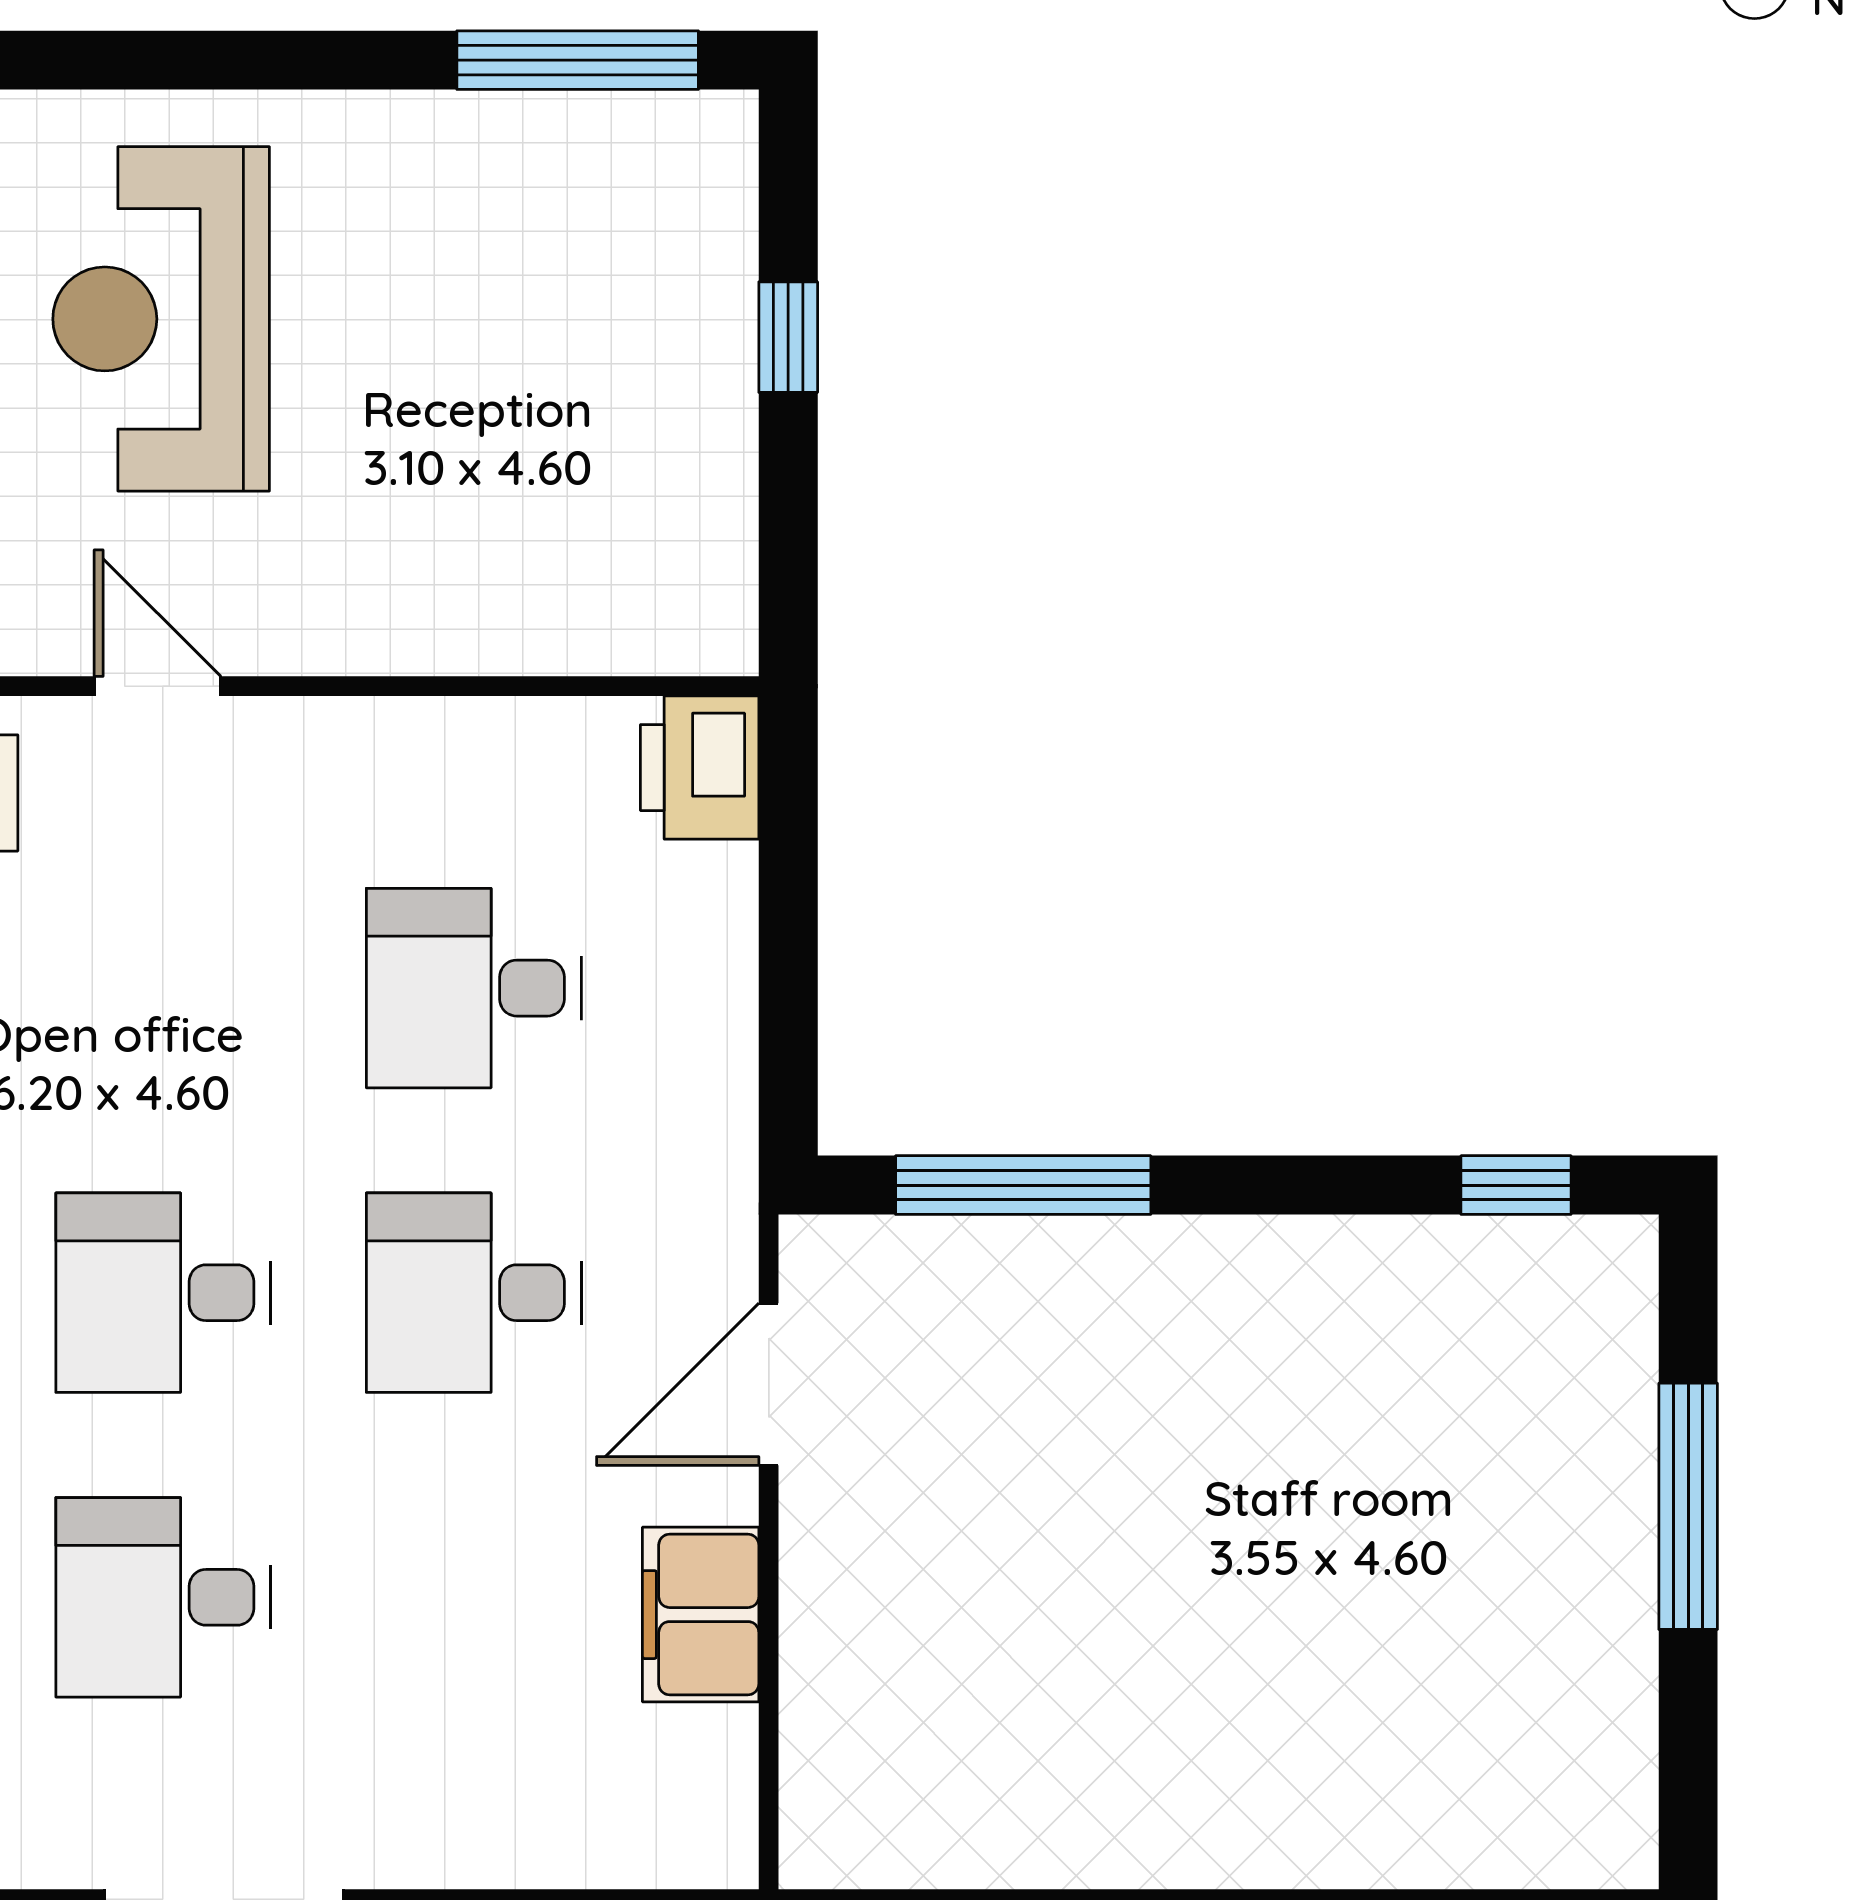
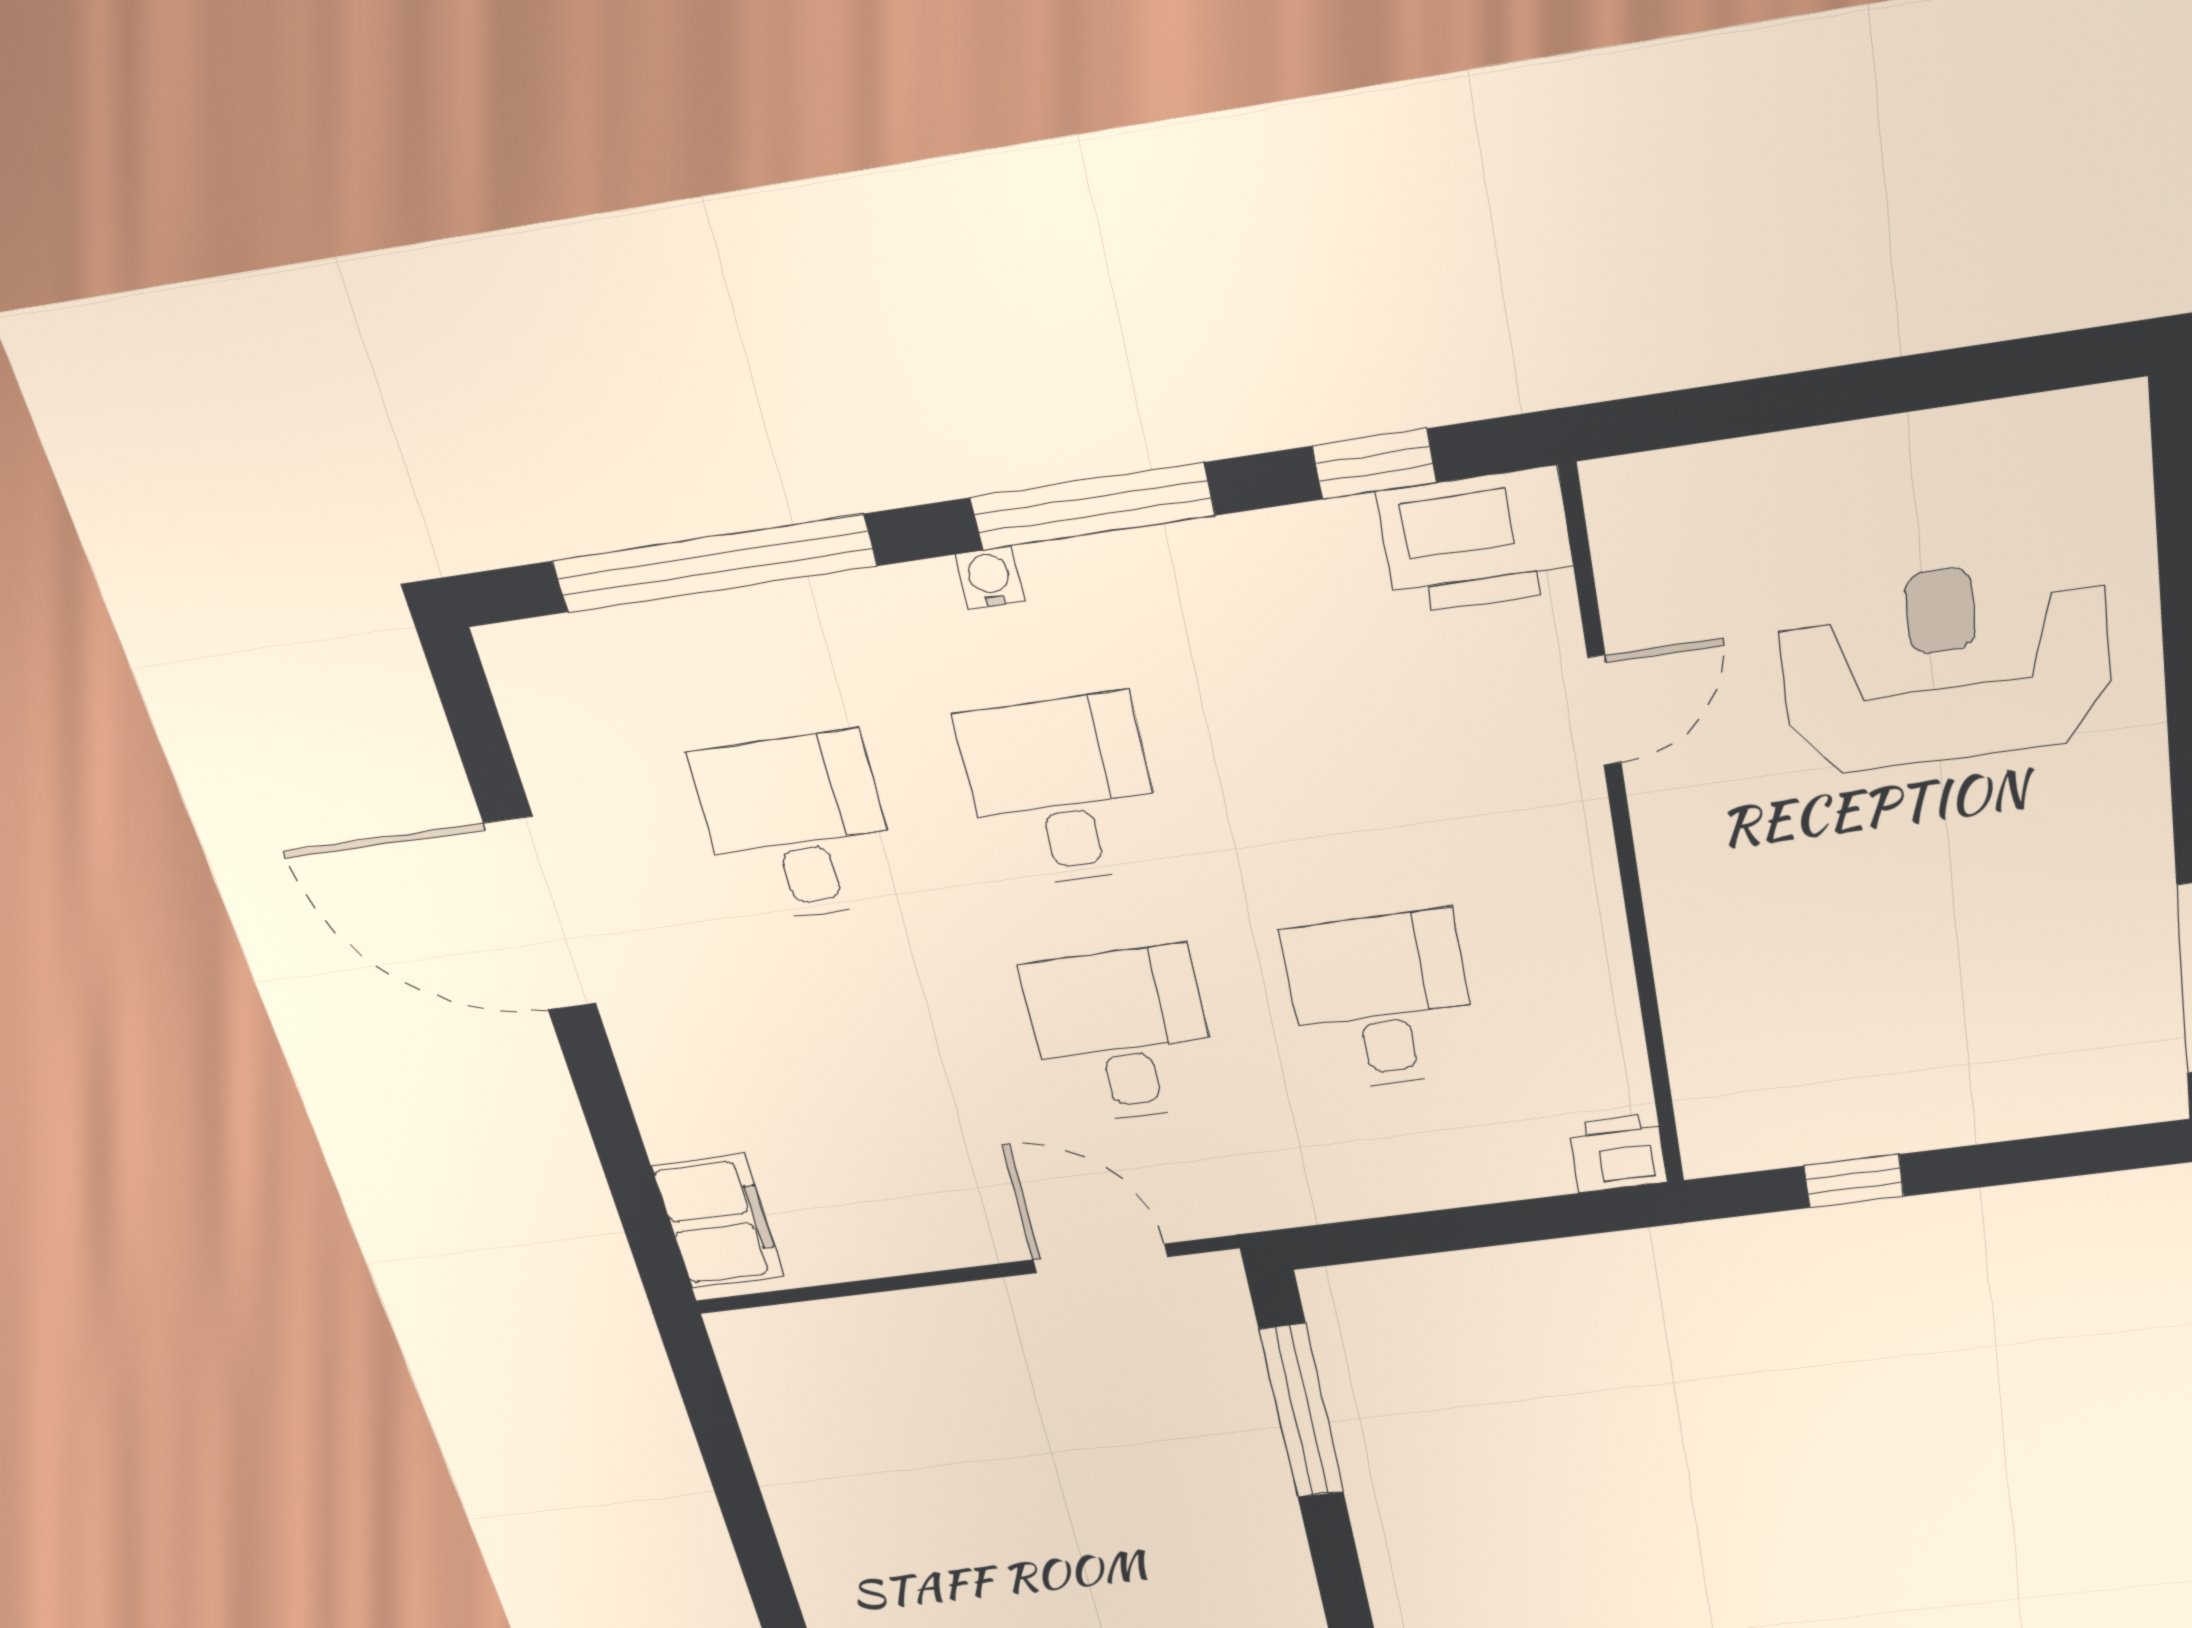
window: (788, 337) -> (1854, 1181), moved
printer: (700, 768) -> (1617, 1153), width x0.73, depth x0.81
filing cabinet: (701, 1615) -> (718, 1222), moved, turned 90

